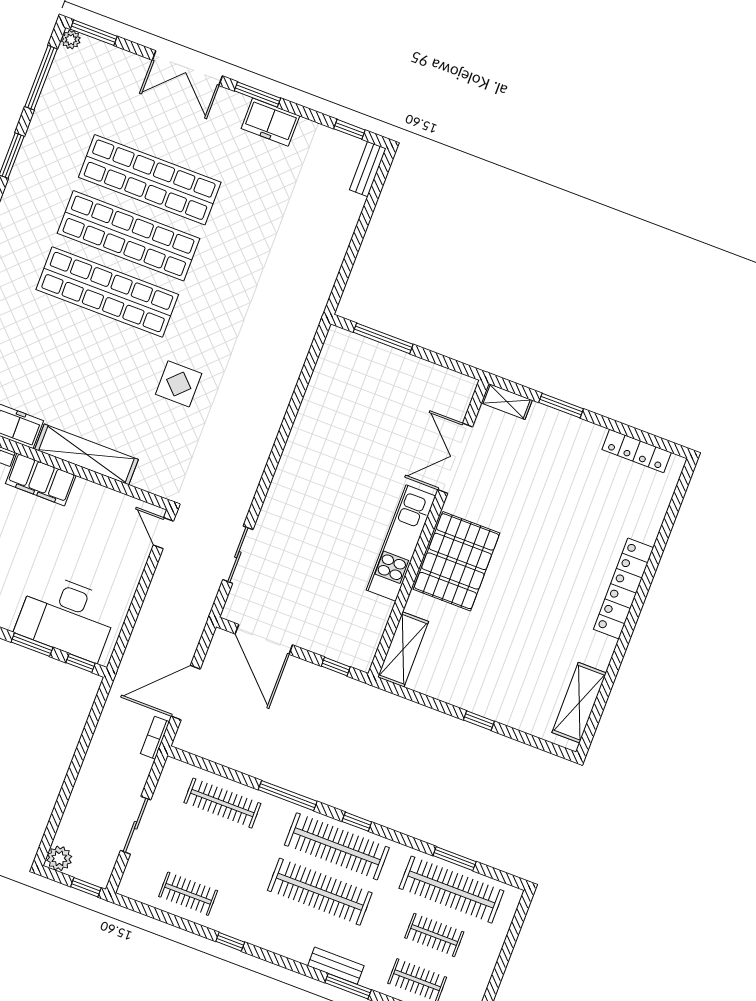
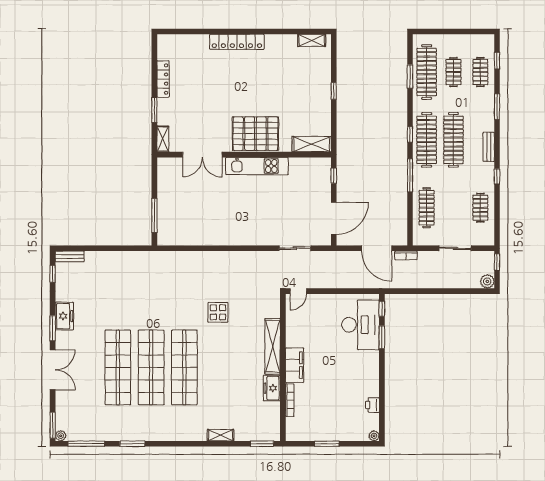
locker: (637, 451) -> (163, 79), moved
shelving: (579, 703) -> (312, 40), width x0.67, depth x0.75
bench: (336, 966) -> (489, 147), moved

